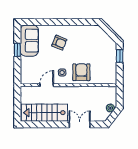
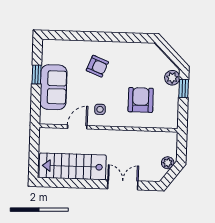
sofa: (29, 41) -> (53, 87), moved
plant: (112, 49) -> (172, 78), added
armchair: (81, 72) -> (141, 100), moved

